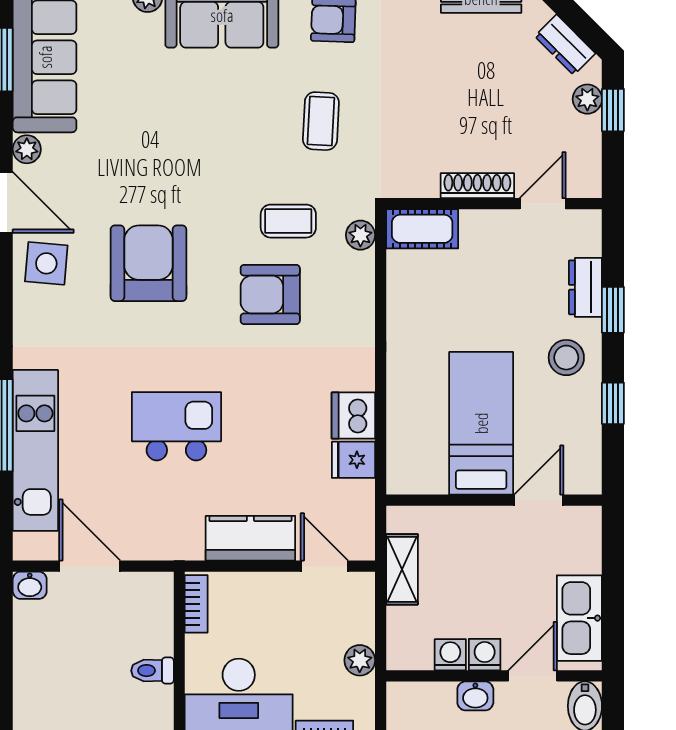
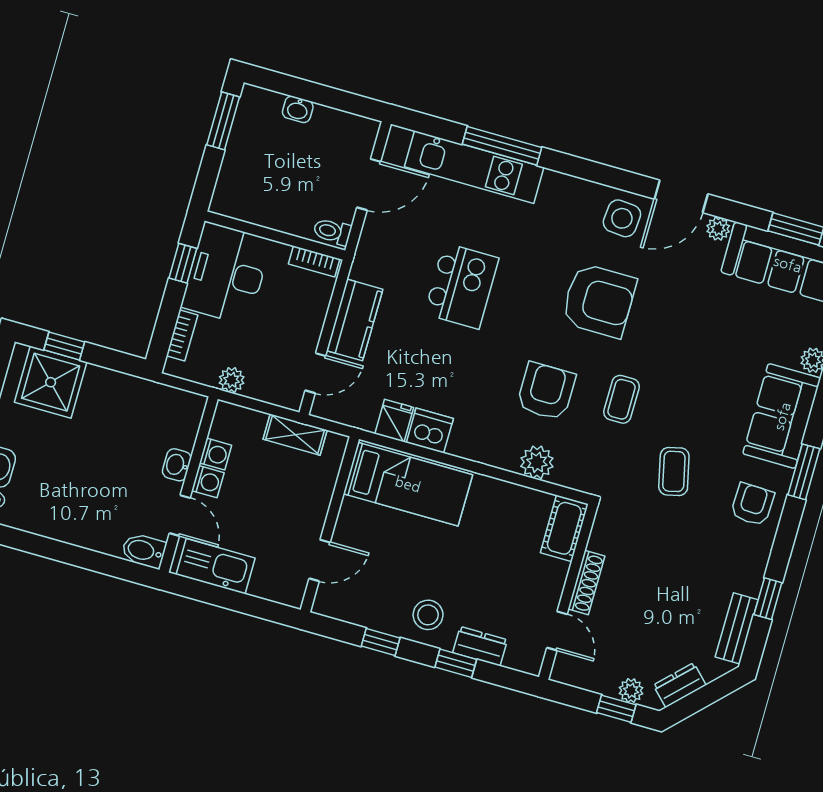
coffee table: (321, 121) -> (674, 471), turned 74
coffee table: (288, 221) -> (621, 399), moved
plant: (360, 235) -> (537, 462), moved, width x1.38, depth x1.38
bed: (481, 423) -> (408, 484), moved
door: (539, 500) -> (320, 560), hinge flipped
washbasin: (30, 585) -> (298, 109), moved, turned -90
toilet: (152, 671) -> (332, 232), moved, turned -90

